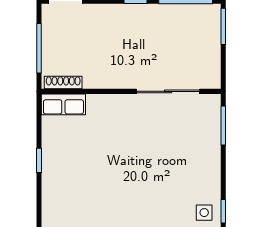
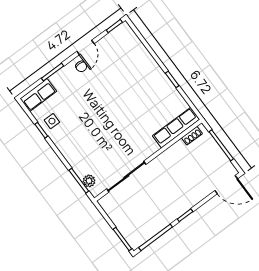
shoe rack: (63, 83) -> (192, 136), width x0.70
row of seats: (63, 104) -> (176, 128), width x1.48
plant: (212, 117) -> (89, 181), added

